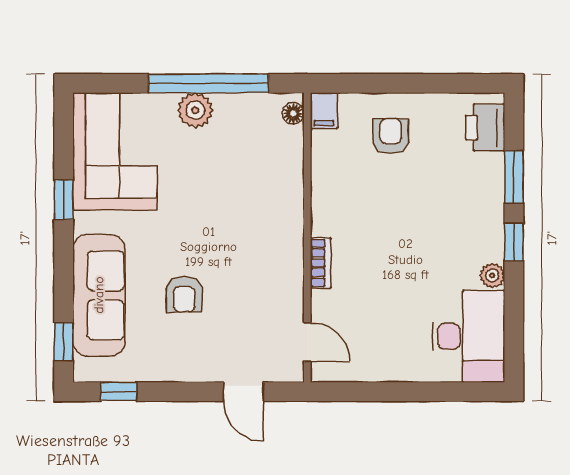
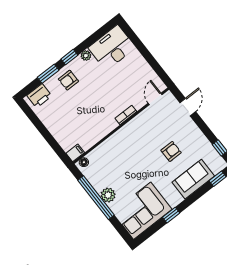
armchair: (391, 136) -> (68, 80), moved
sofa: (99, 295) -> (193, 179), width x0.73

